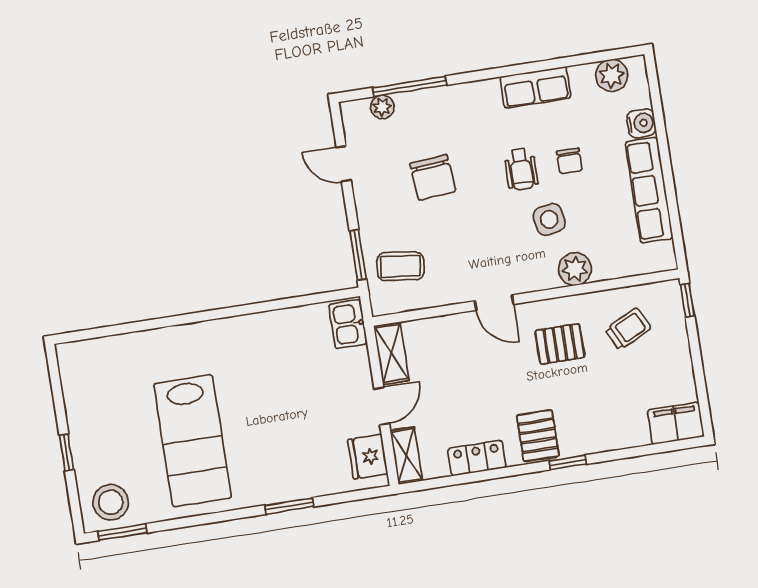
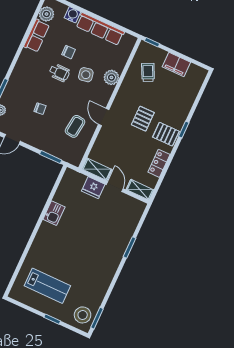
row of seats: (536, 87) -> (37, 36), moved
chair: (433, 177) -> (40, 109), width x0.54, depth x0.54
coffee table: (400, 266) -> (75, 126), moved
door: (494, 303) -> (104, 117), swing flipped
kitchen sink: (348, 324) -> (54, 213), moved, turned -90
pallet: (560, 344) -> (143, 119), moved
filing cabinet: (676, 423) -> (176, 65), moved, turned -90
lab bench: (193, 441) -> (47, 286), moved, width x0.73, depth x0.72
fridge: (368, 457) -> (93, 188), moved

